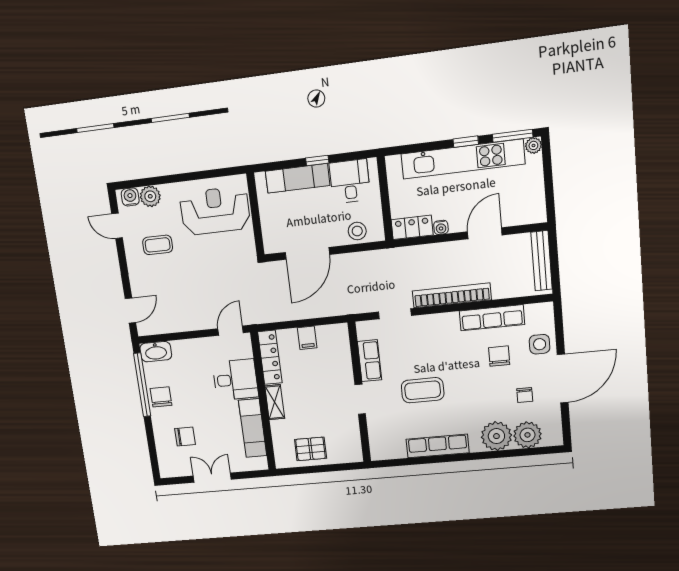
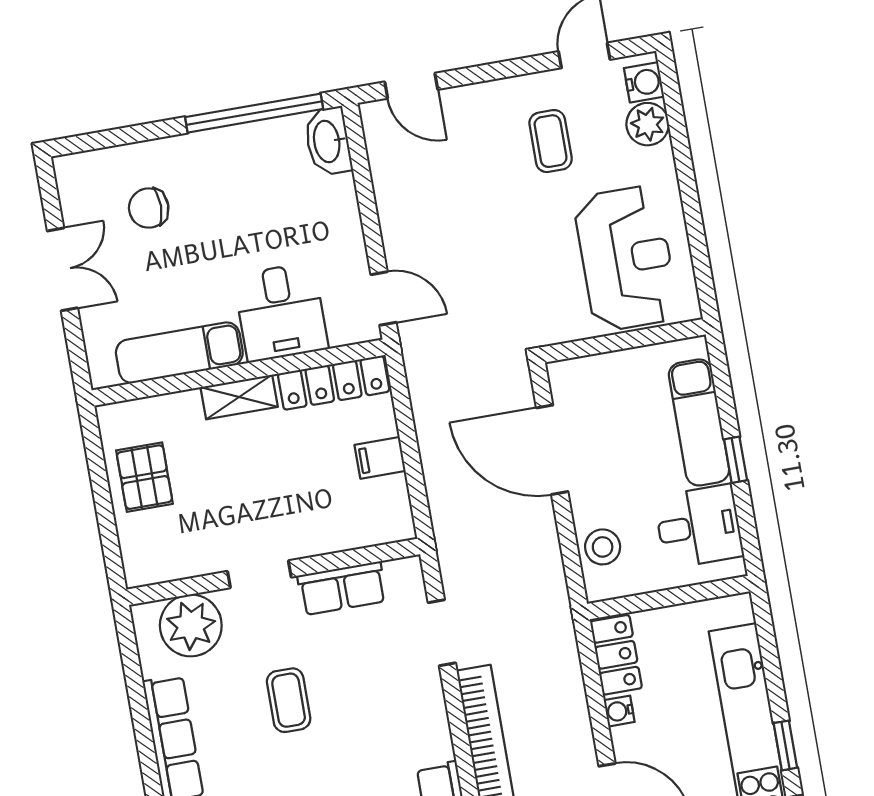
coffee table: (423, 390) -> (289, 700), width x0.73, depth x0.77
chair: (161, 397) -> (231, 154), removed
plant: (383, 433) -> (191, 625), added
chair: (185, 437) -> (149, 208), turned 90

